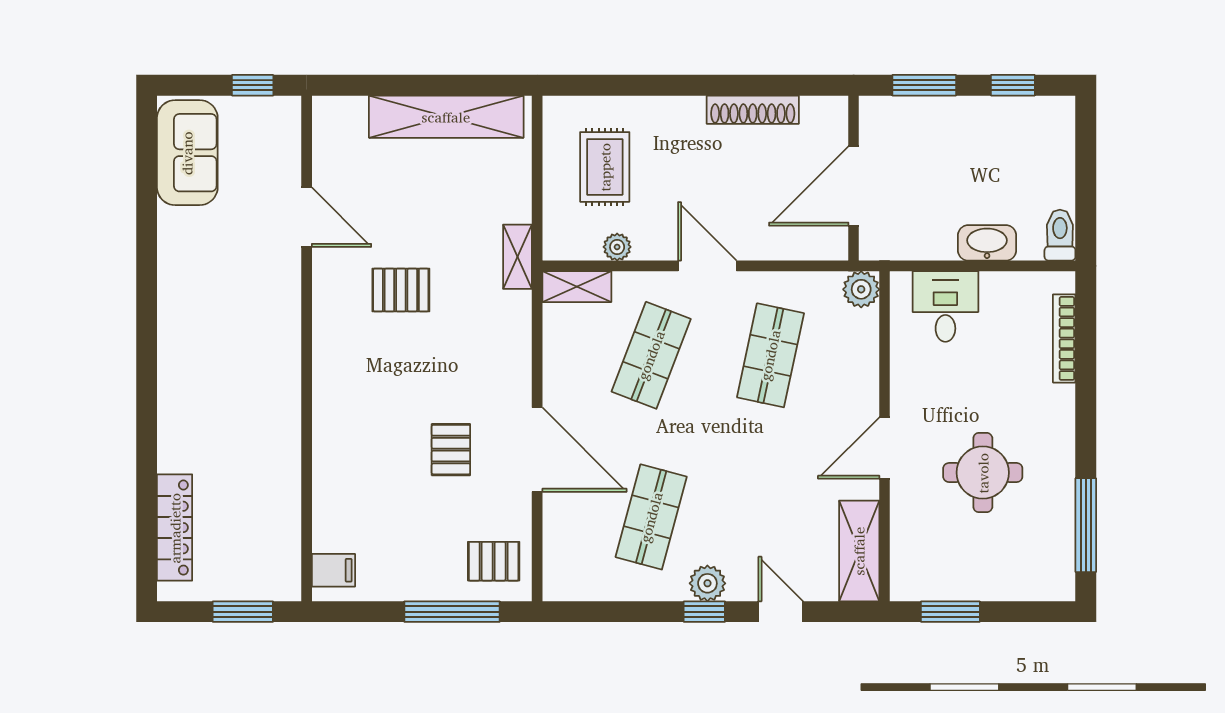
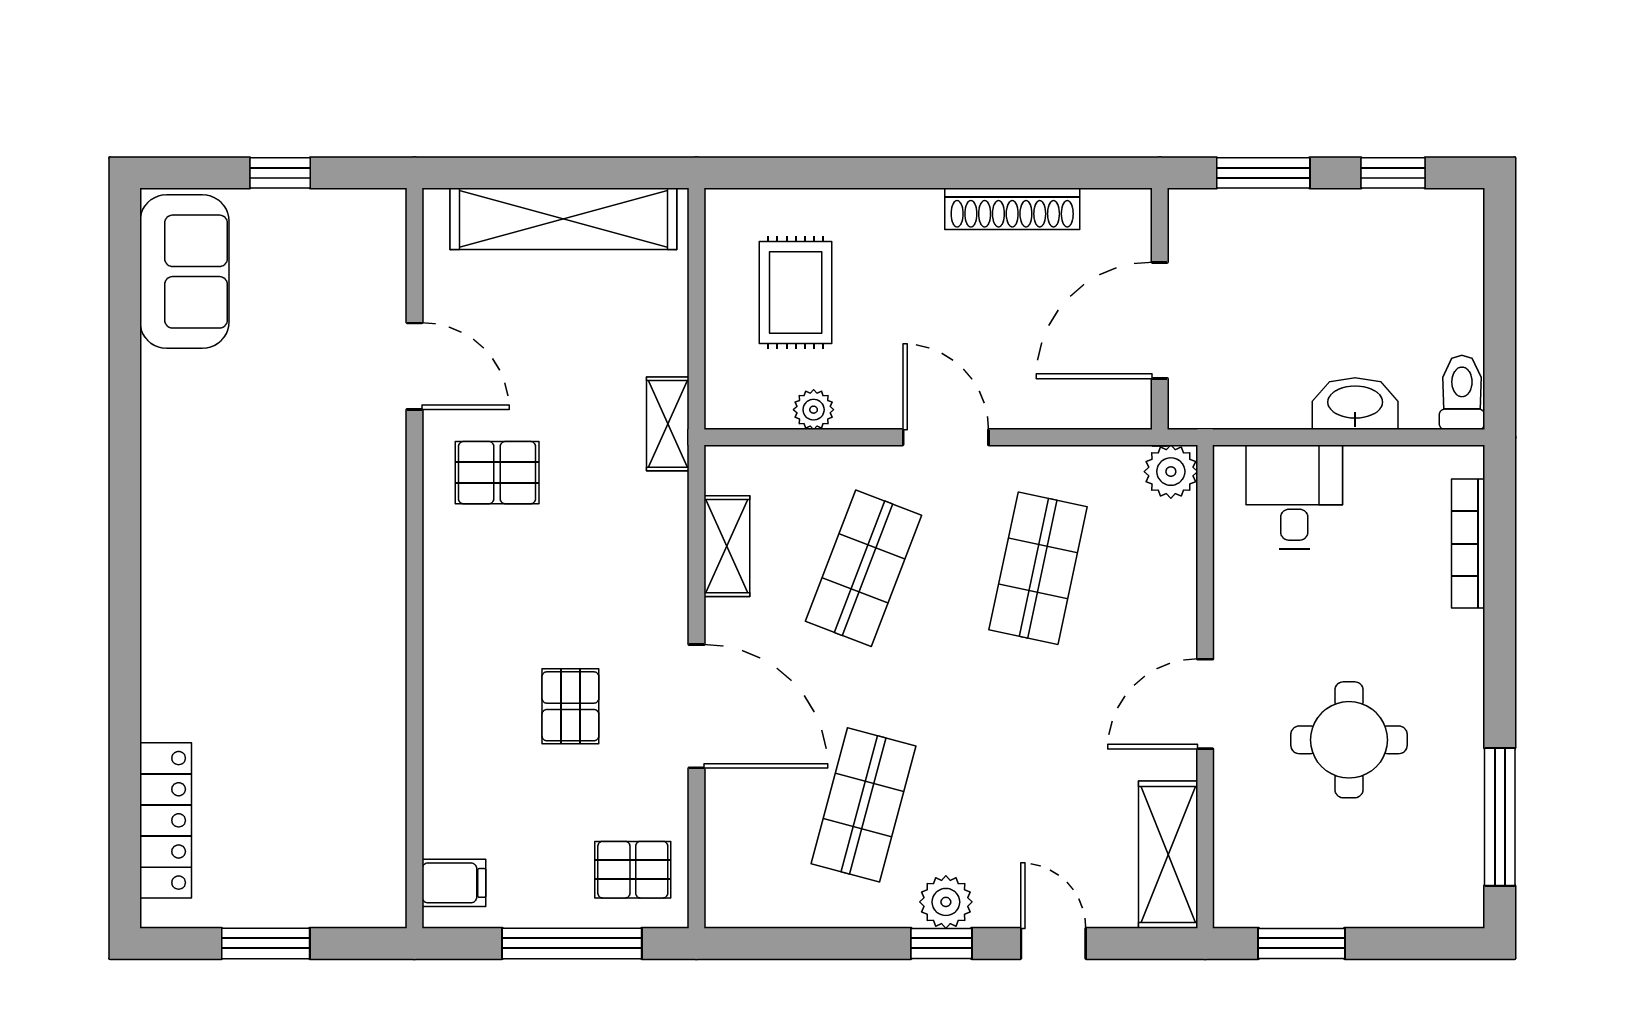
door: (307, 217) -> (414, 366), moved
shelving: (577, 287) -> (727, 546), moved, turned 90
wall: (307, 348) -> (414, 558), moved
filing cabinet: (333, 570) -> (454, 883), moved

